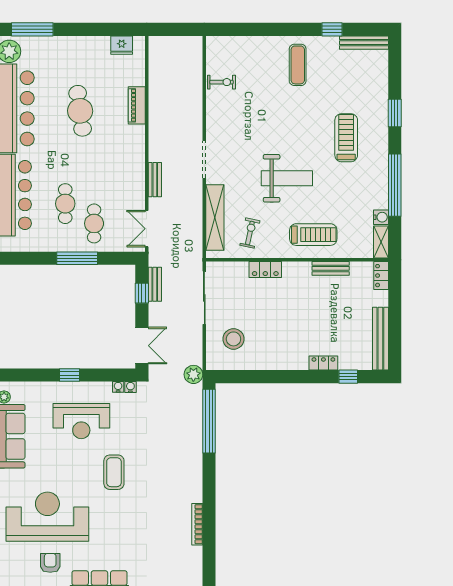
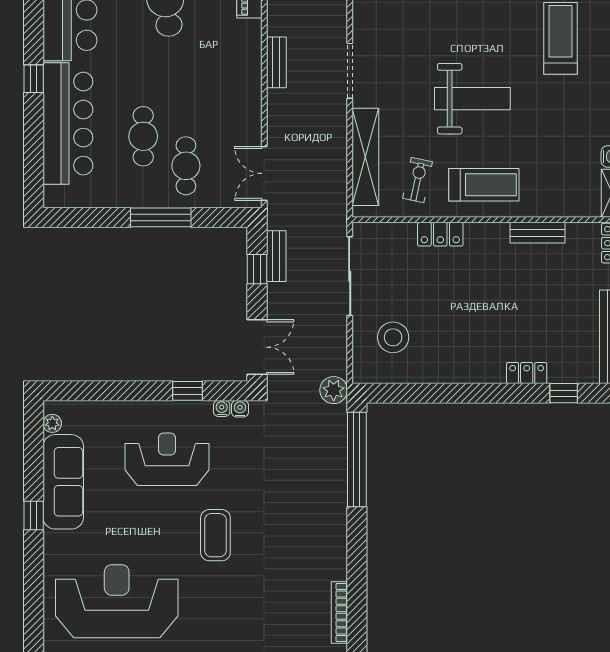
bench: (155, 180) -> (276, 62), moved
treadmill: (313, 235) -> (484, 185), moved
window: (70, 375) -> (187, 391), moved
reception desk: (81, 421) -> (167, 459), turned 180

